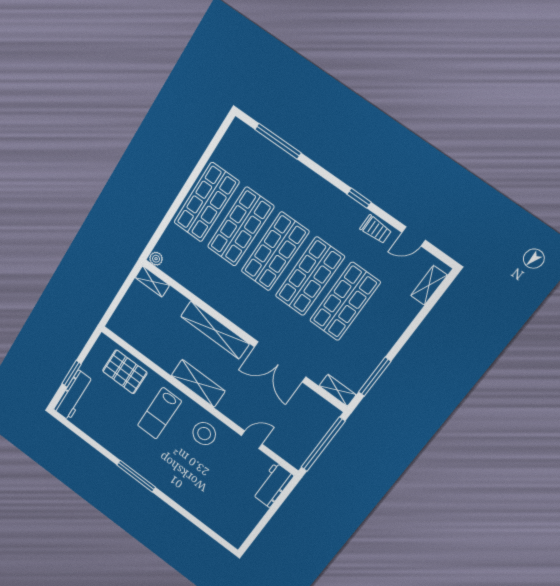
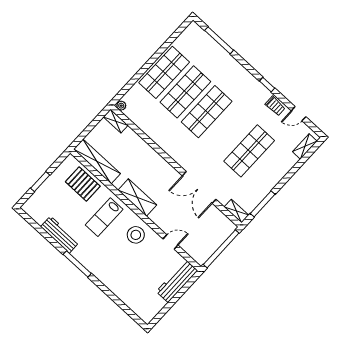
shop shelf: (310, 276) -> (228, 131), removed
shelving: (215, 330) -> (97, 161), moved
workbench: (73, 395) -> (60, 235), moved, turned -90
workbench: (273, 485) -> (177, 281), width x1.38

